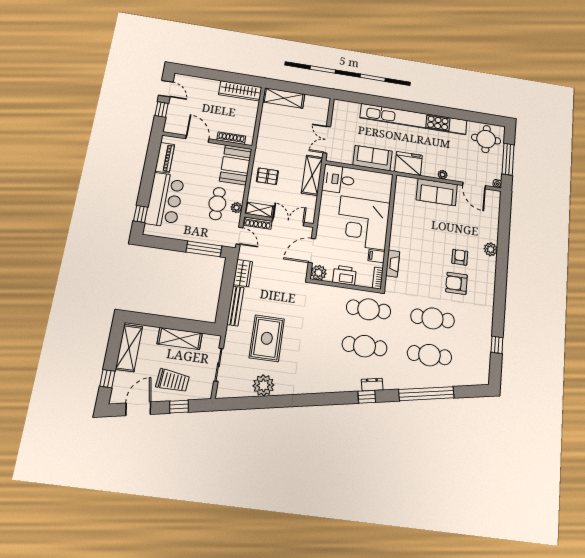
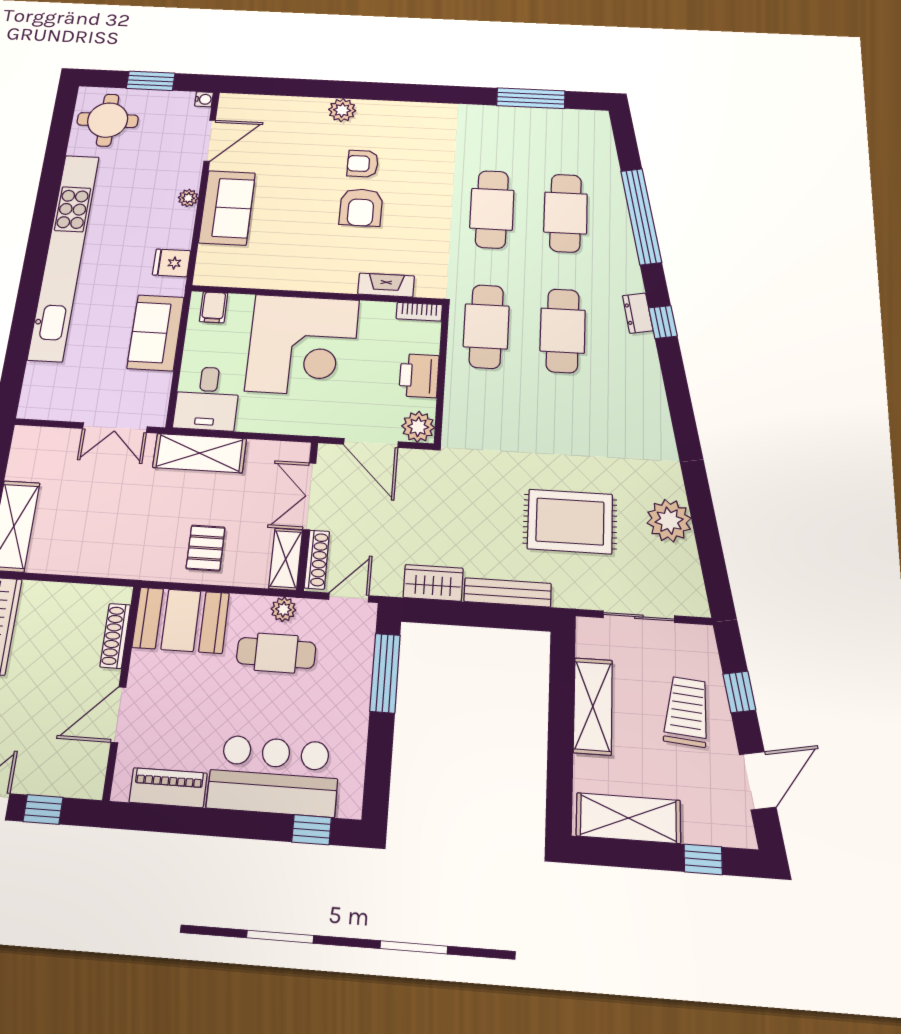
window: (508, 159) -> (151, 81), width x0.69
fridge: (408, 163) -> (172, 263), width x0.53, depth x0.75
filing cabinet: (376, 256) -> (214, 307), moved
armchair: (456, 283) -> (361, 207), moved
window: (497, 345) -> (531, 98), width x2.17
door: (138, 409) -> (758, 781), swing flipped

